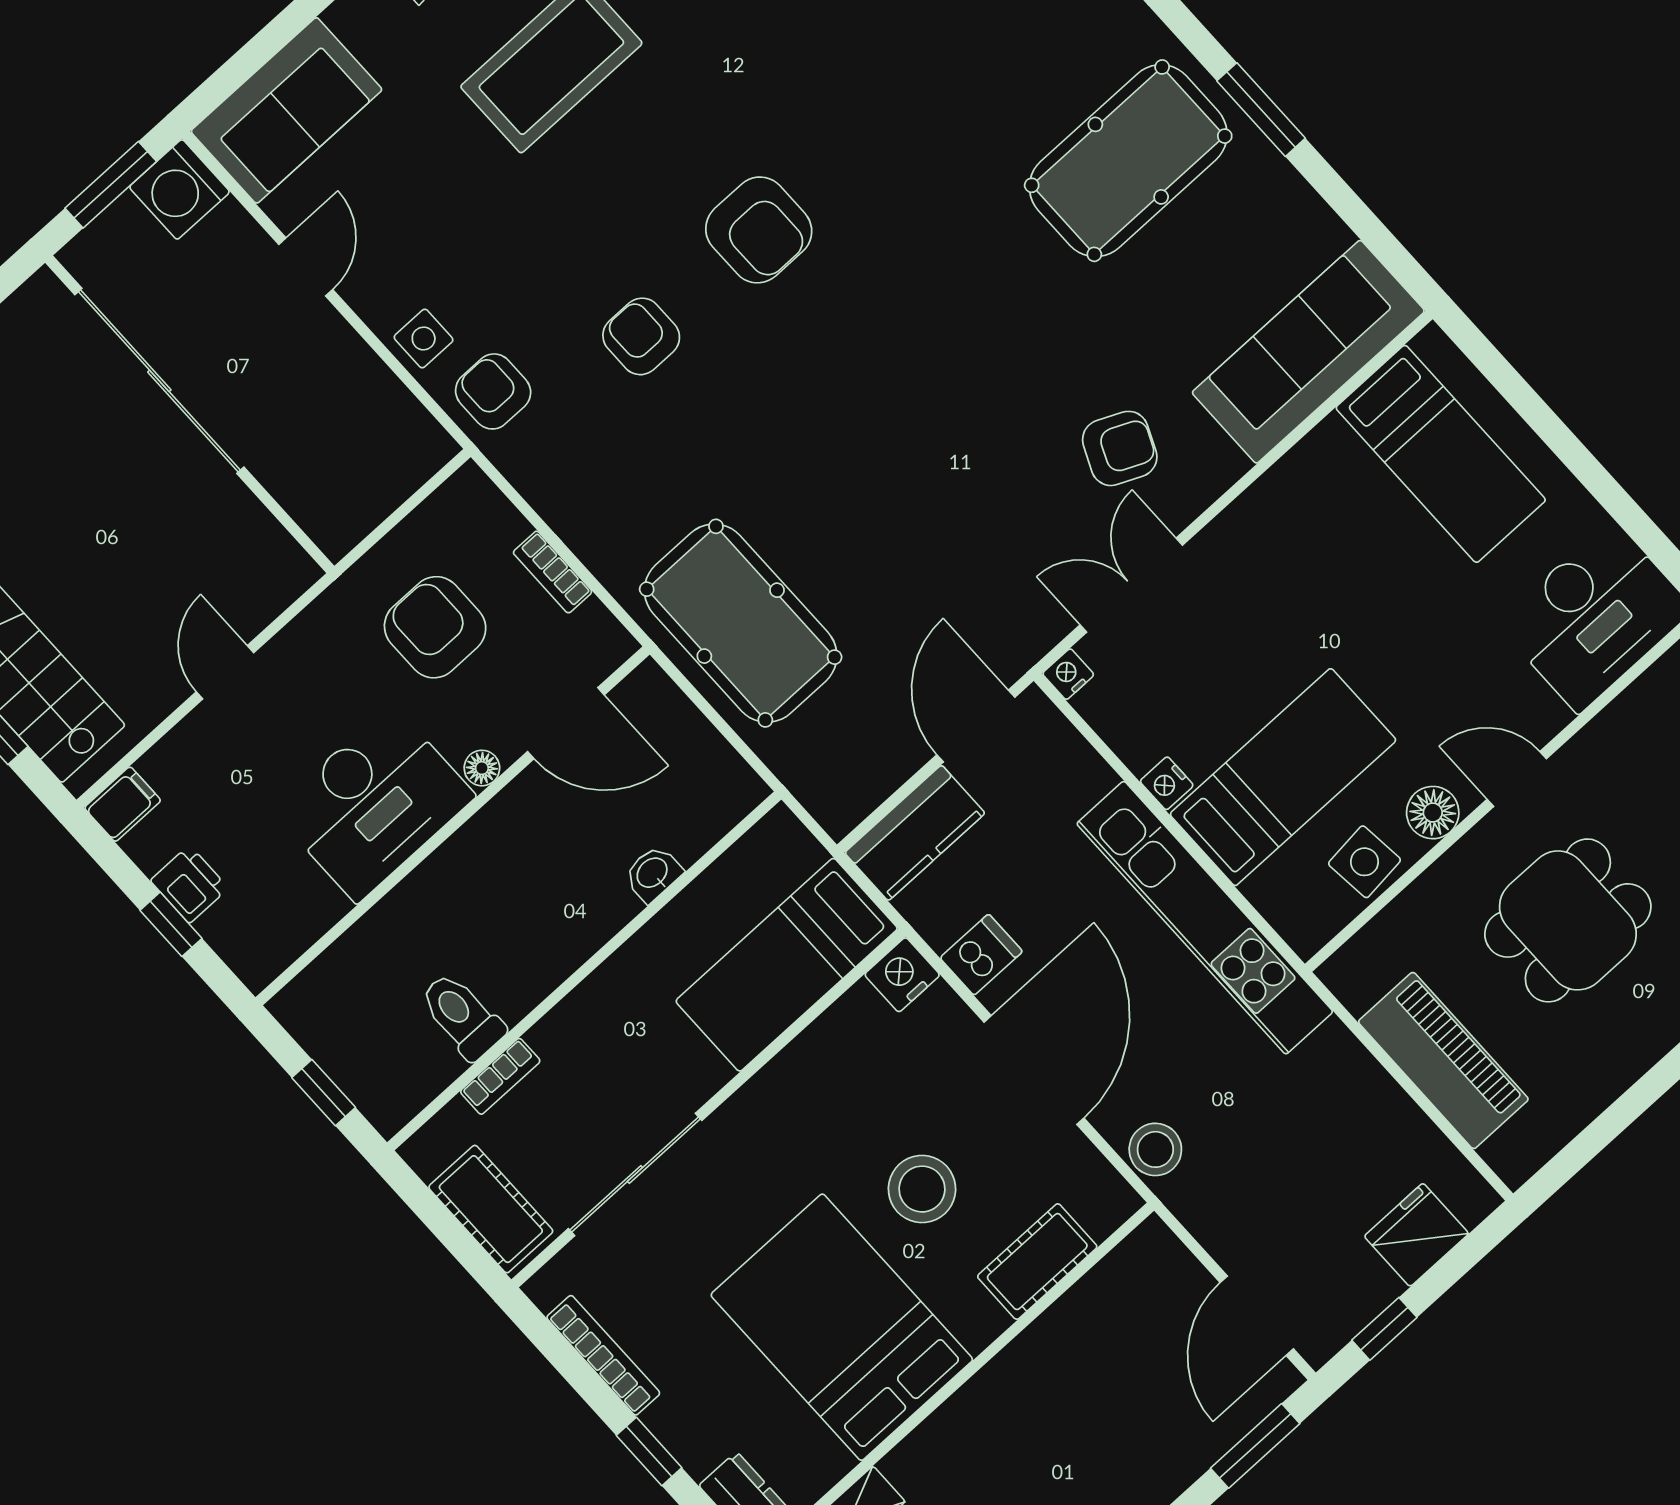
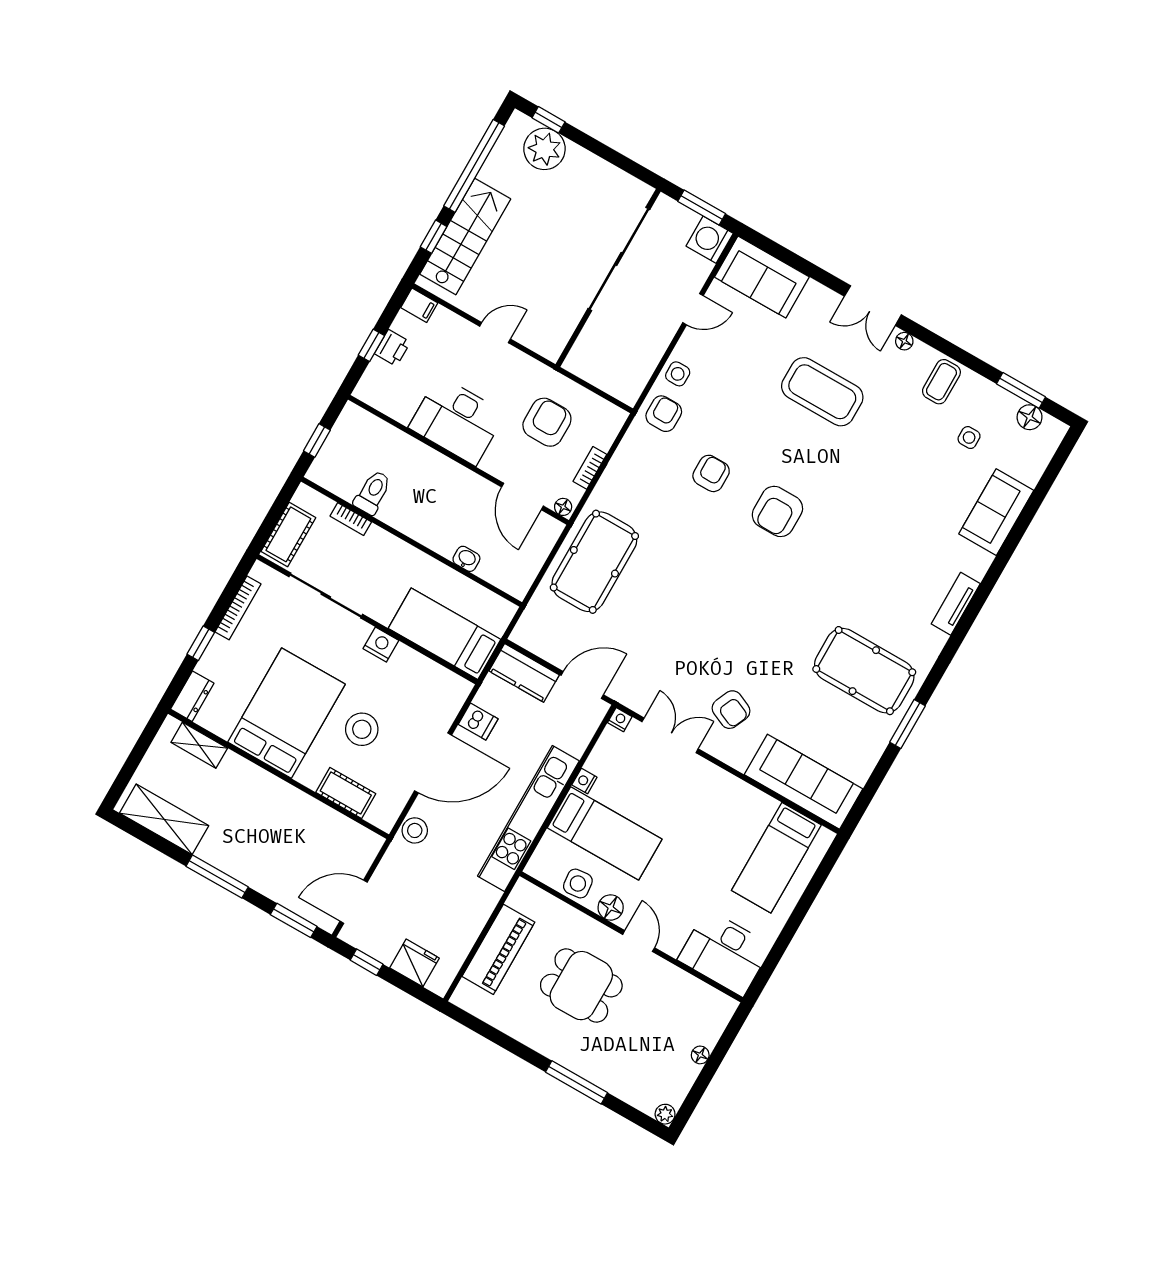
floor lamp: (482, 768) -> (563, 507), moved
nightstand: (902, 975) -> (381, 645), moved

